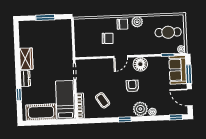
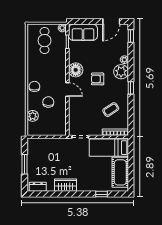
plant: (137, 22) -> (33, 116), moved
window: (189, 74) -> (88, 21), removed
dresser: (25, 79) -> (38, 187), moved

